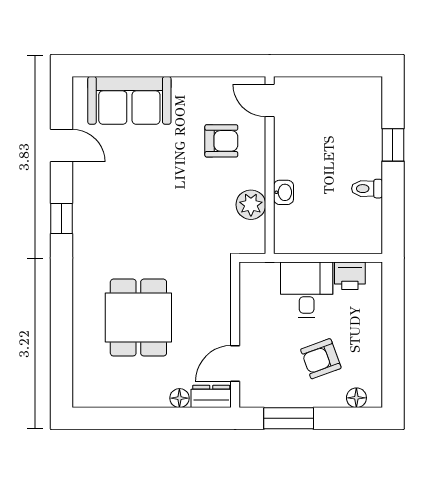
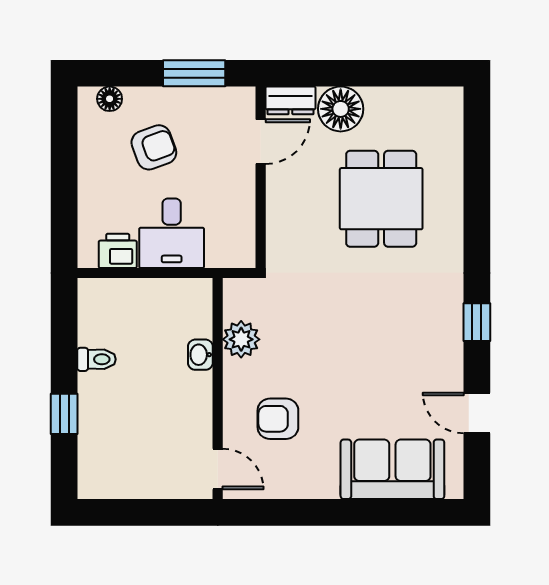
floor lamp: (179, 398) -> (341, 109), width x1.89, depth x1.89

